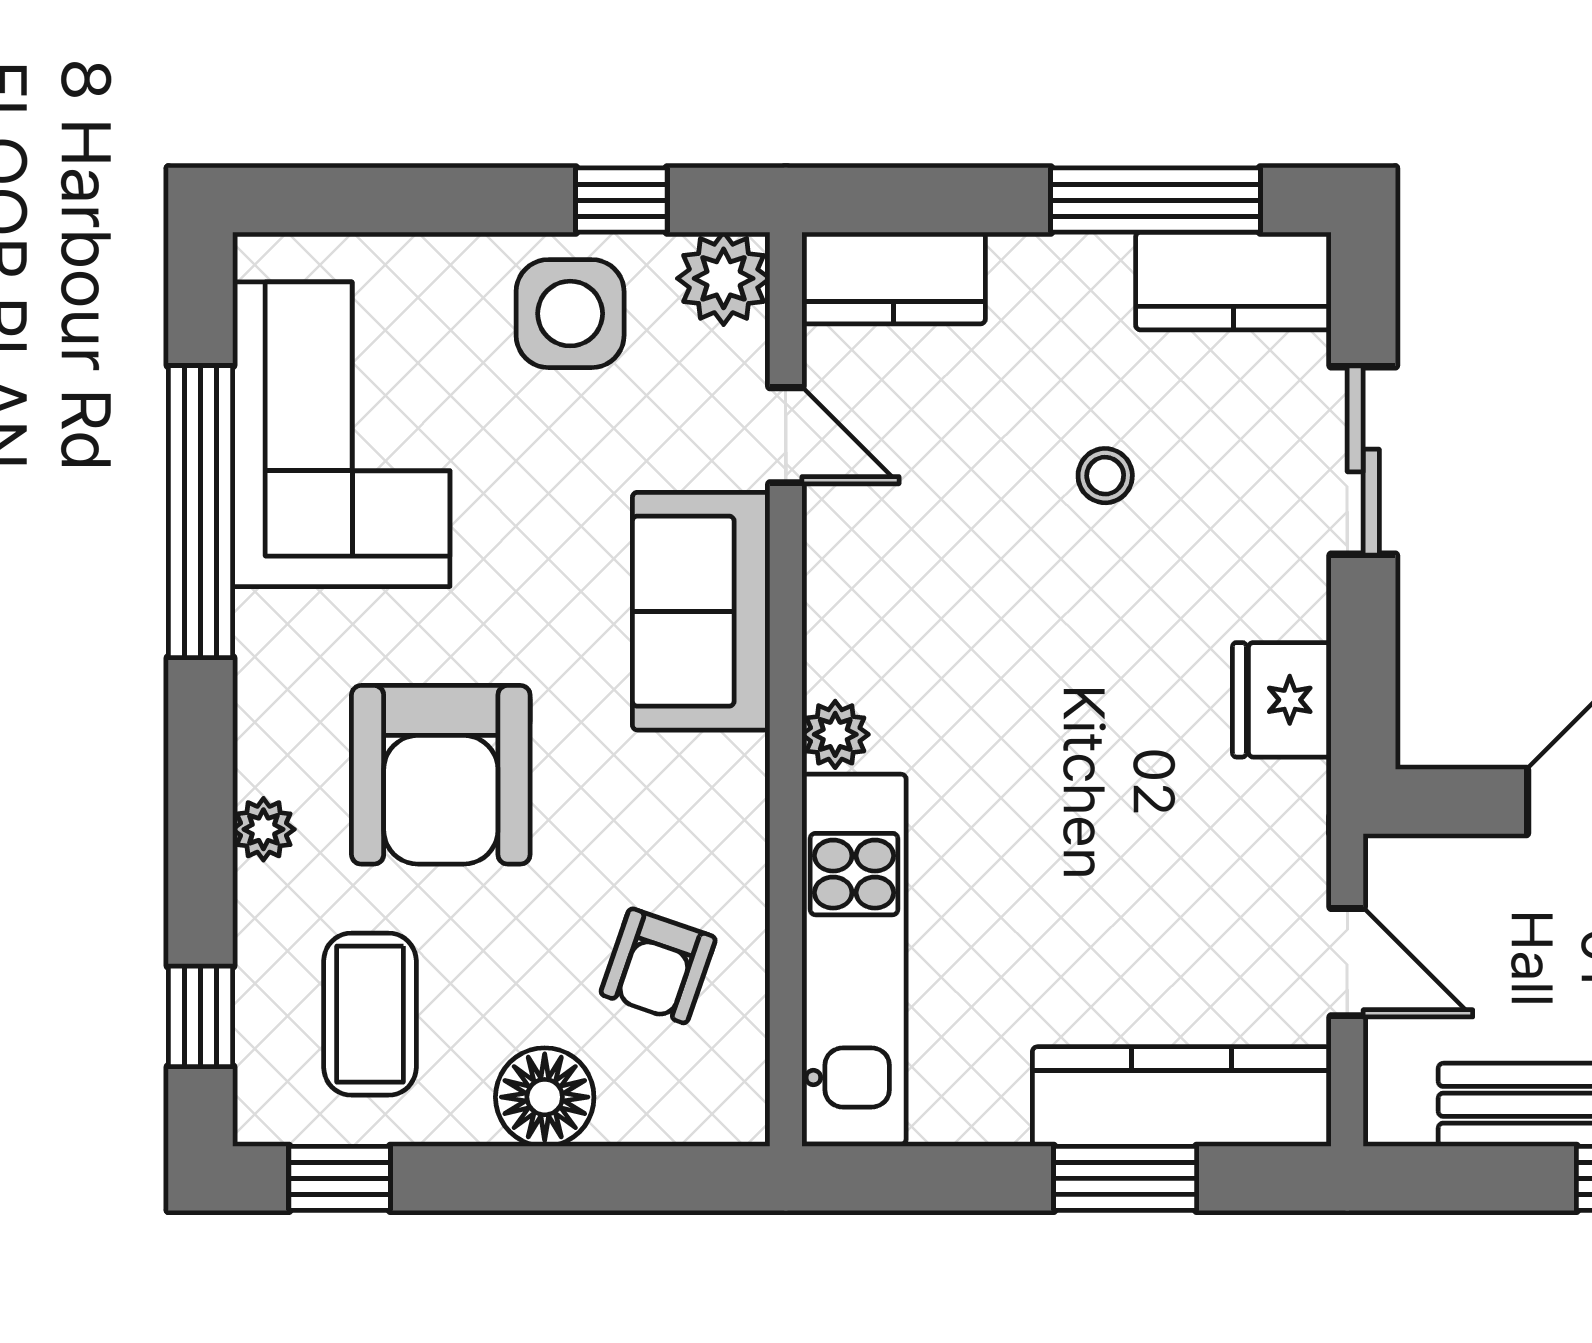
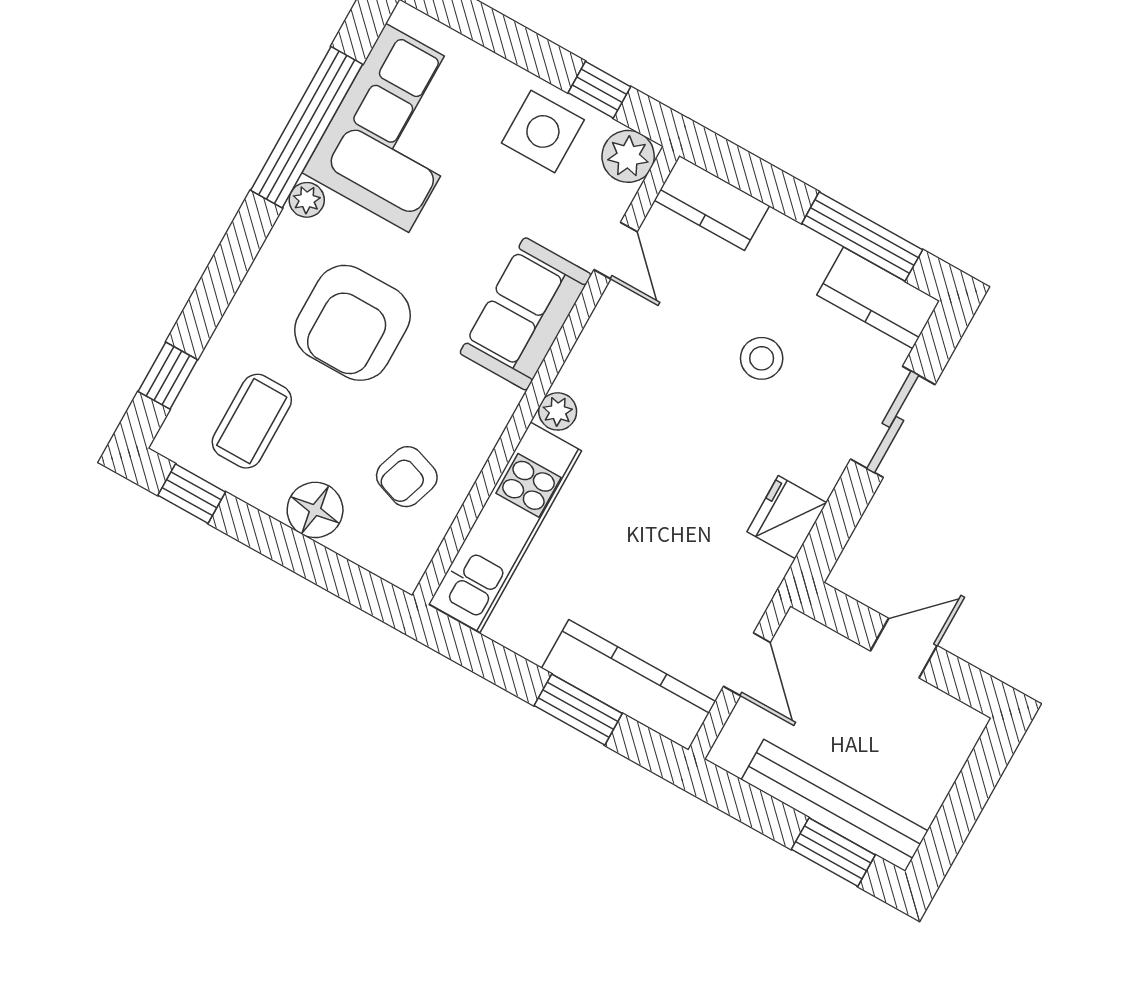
stool: (1105, 476) -> (762, 358), width x1.37, depth x1.37
plant: (263, 829) -> (307, 200), moved

